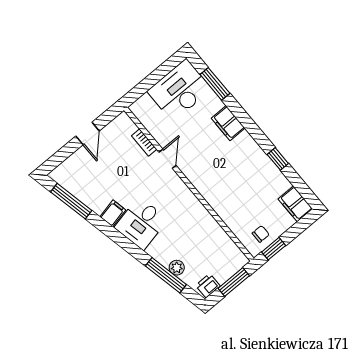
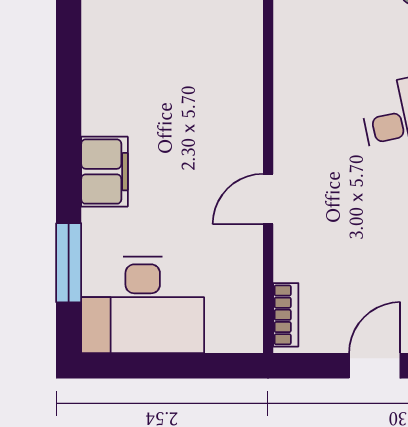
bookcase: (144, 142) -> (286, 315), moved
window: (278, 159) -> (69, 32), removed

